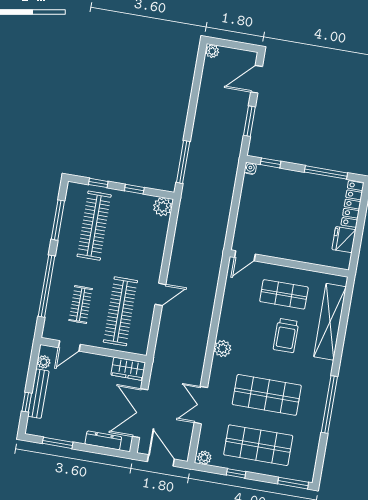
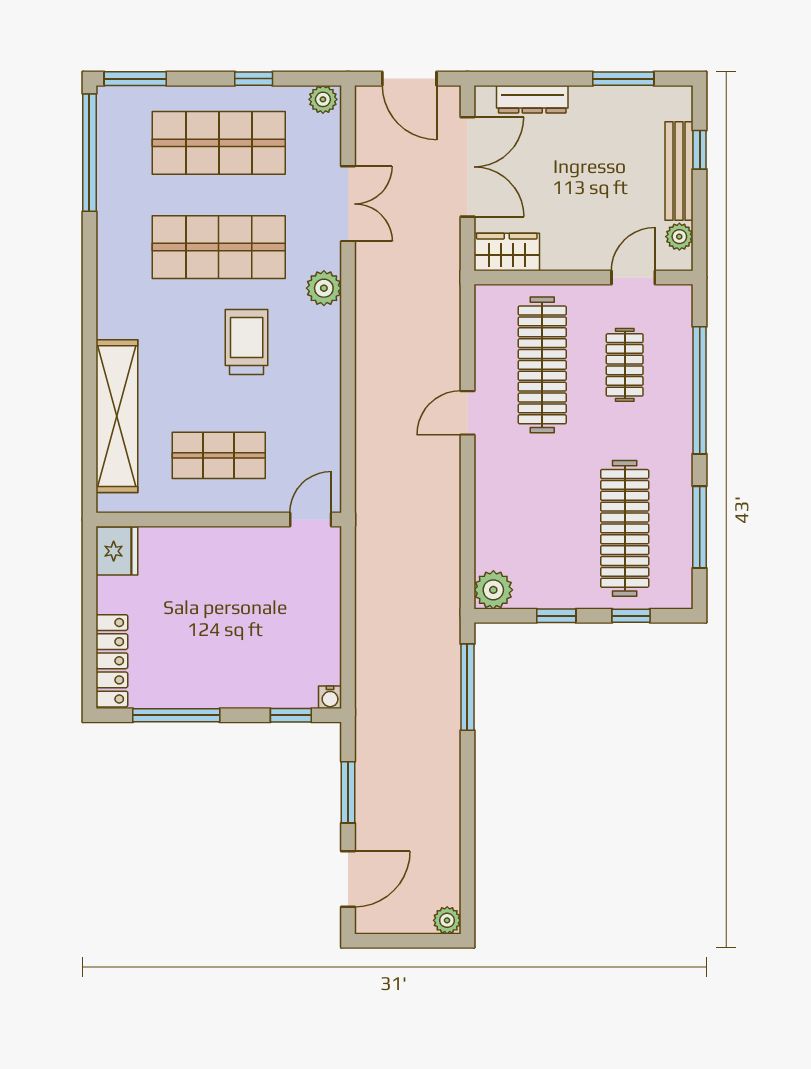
fridge: (344, 240) -> (117, 551), moved
trolley: (286, 336) -> (247, 342), moved
plant: (222, 348) -> (324, 288), moved
window: (329, 405) -> (89, 153), moved

